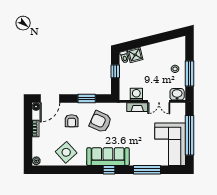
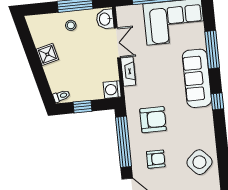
shower: (135, 55) -> (47, 54), moved
washing machine: (136, 94) -> (112, 90), moved
window: (87, 99) -> (123, 142), width x2.11
armchair: (100, 122) -> (153, 120), turned -114
sofa: (108, 157) -> (197, 78), moved

